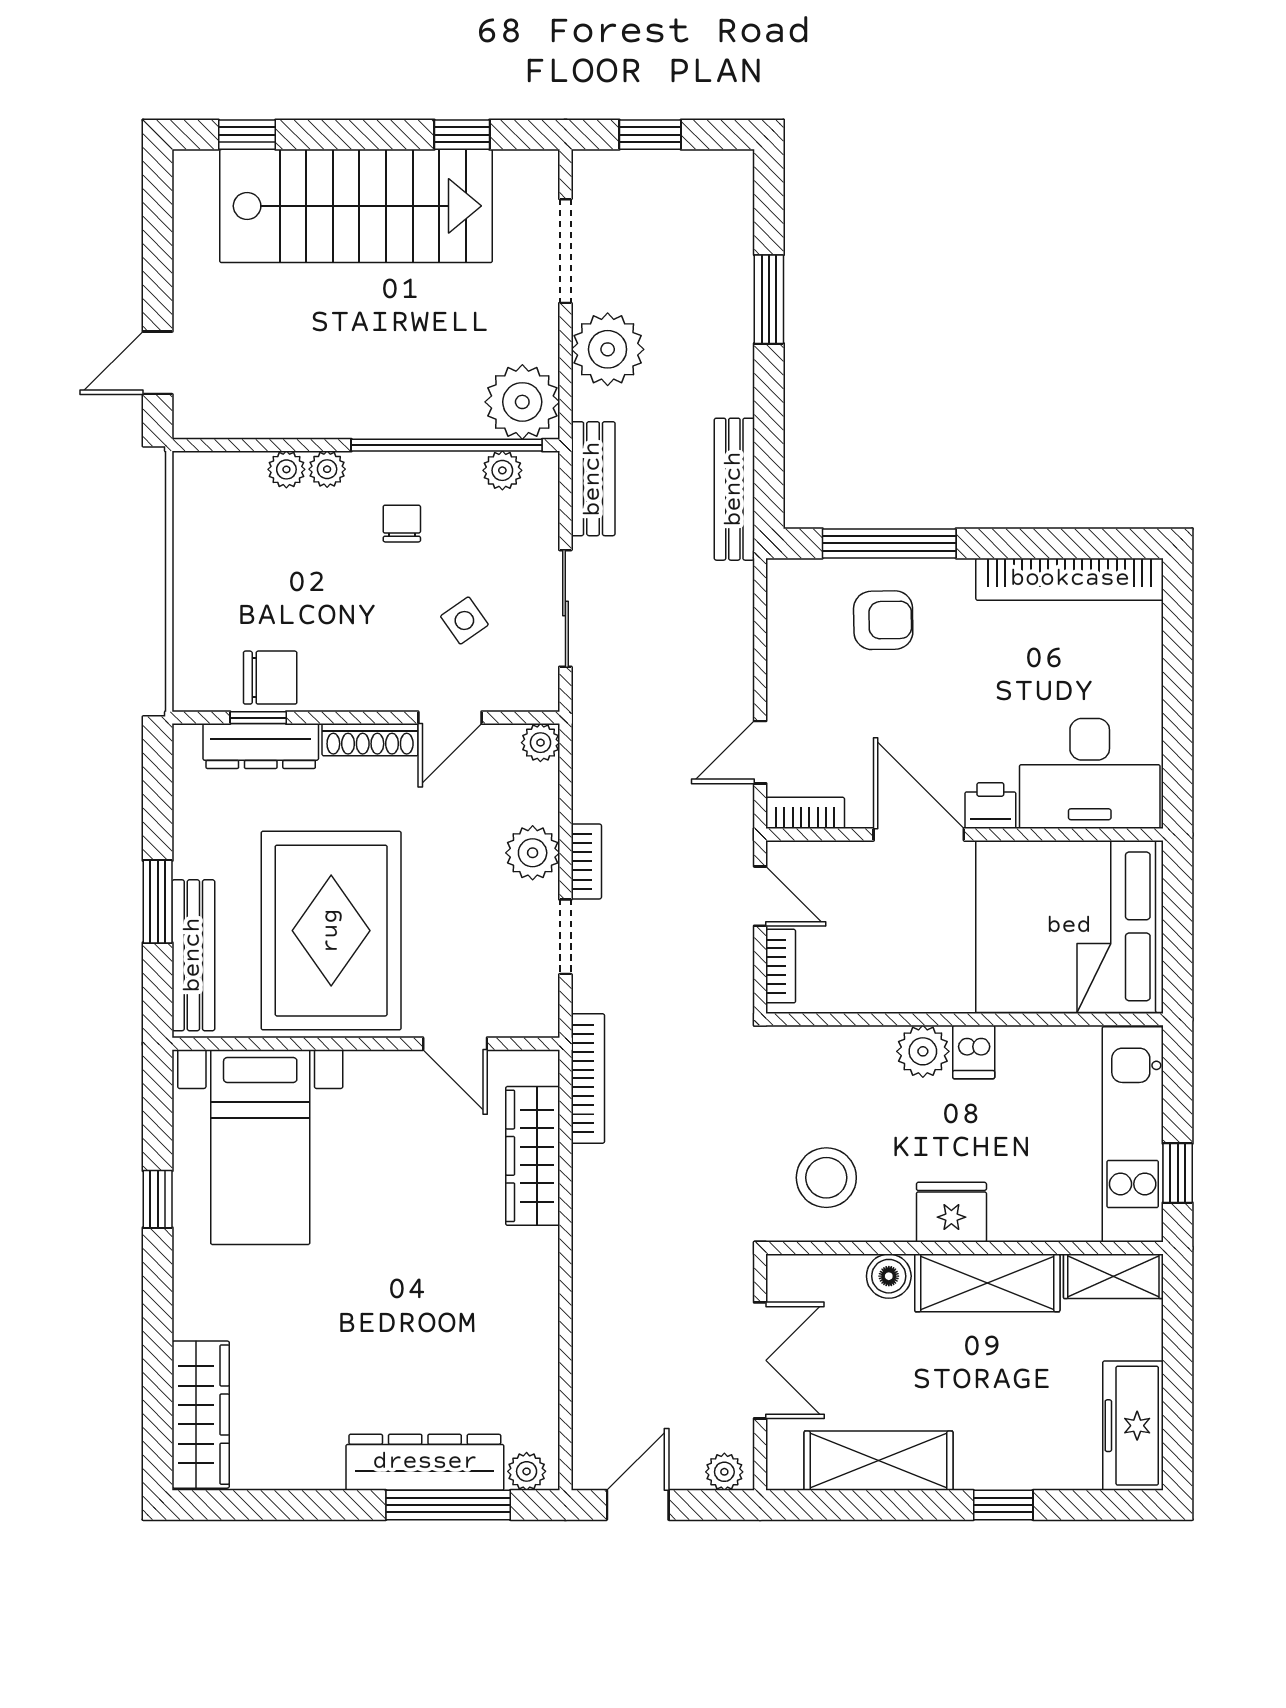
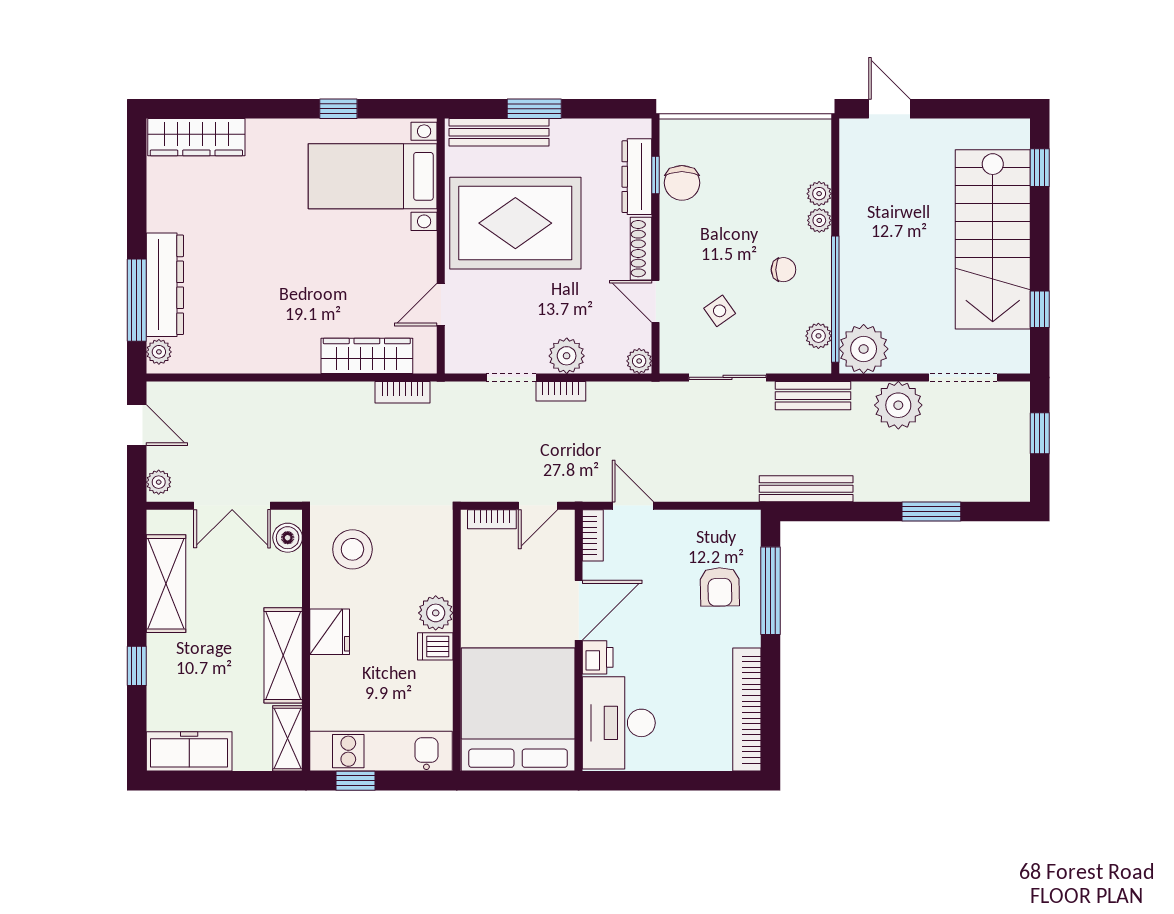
bookcase: (588, 1078) -> (402, 392), width x0.64
boiler: (889, 1276) -> (288, 538), moved

